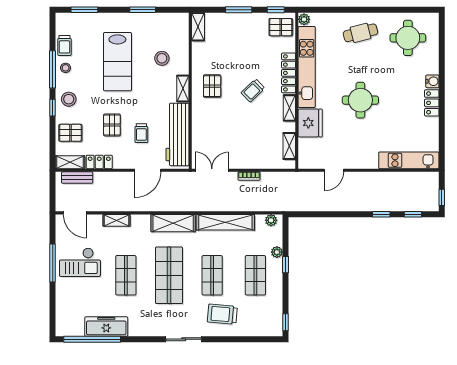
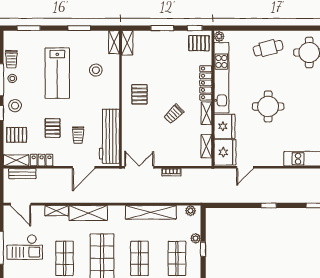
shelving: (183, 88) -> (114, 42), moved
trolley: (253, 91) -> (174, 114), moved
fridge: (311, 153) -> (225, 152), added
window: (381, 214) -> (269, 205), moved
shelving: (173, 223) -> (88, 213), moved

